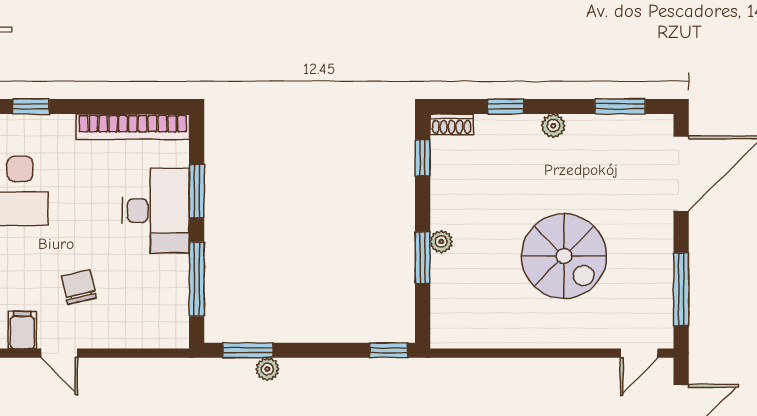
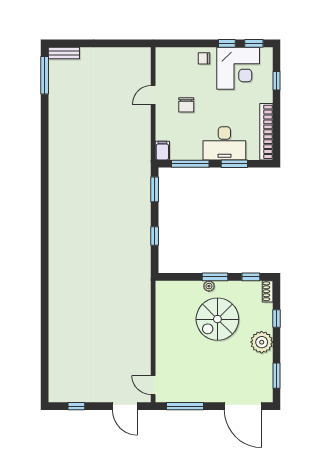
plant: (553, 126) -> (262, 342), width x1.88, depth x1.88
spiral stairs: (564, 256) -> (217, 319), moved
window: (423, 258) -> (215, 277), moved
chair: (79, 287) -> (186, 105), turned 103
filing cabinet: (22, 330) -> (162, 151), moved, turned -90
window: (389, 350) -> (155, 236), moved
plant: (267, 369) -> (145, 199), removed

